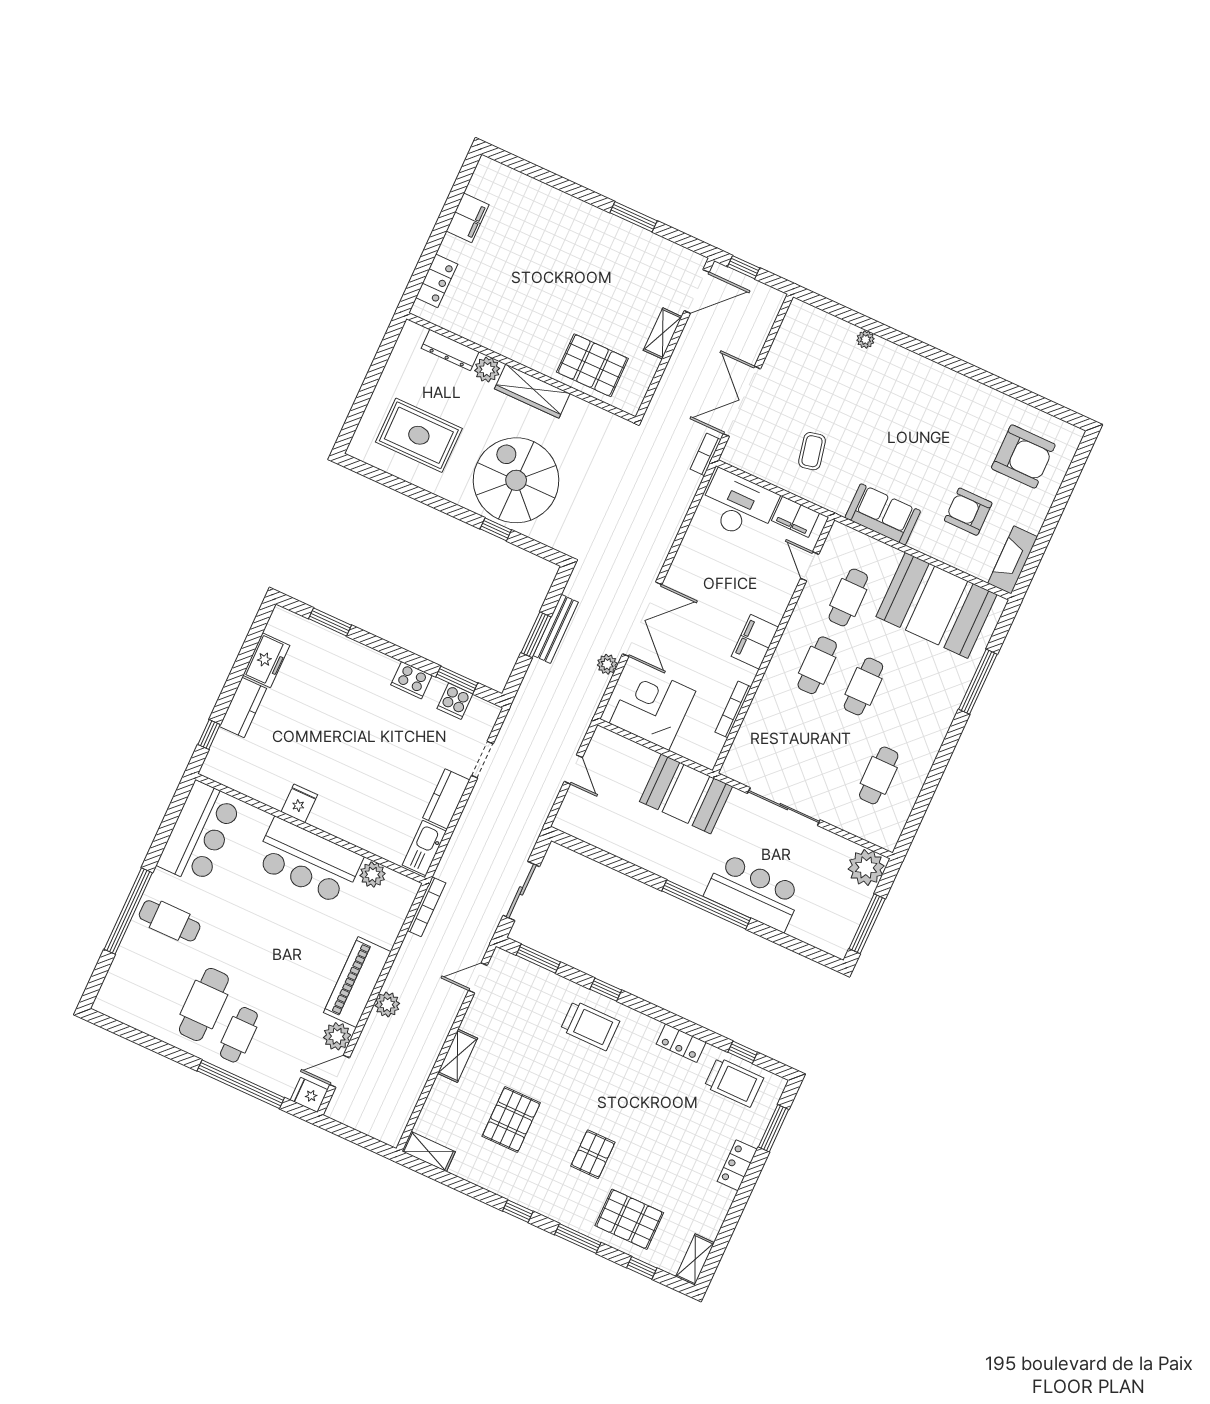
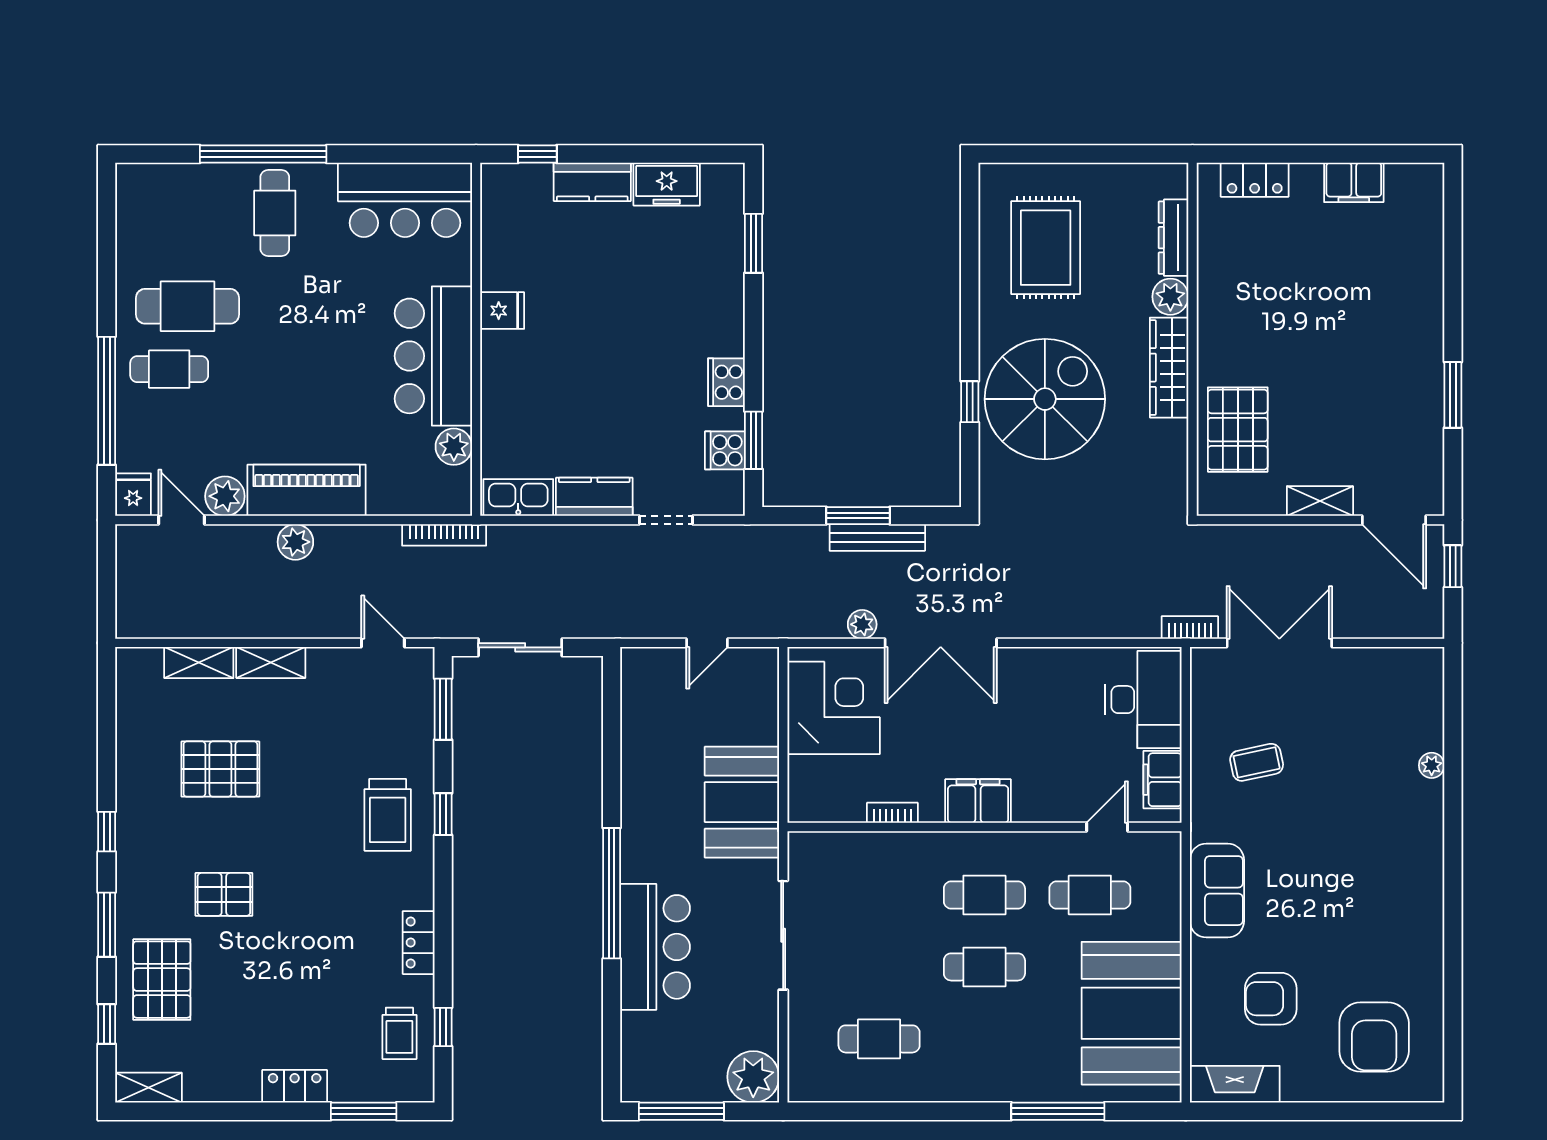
armchair: (968, 512) -> (1271, 999), turned -90
bookcase: (733, 709) -> (892, 813), width x0.64
trolley: (734, 1082) -> (399, 1033), width x0.73, depth x0.72
shelving: (429, 1151) -> (199, 663), moved, turned 90

